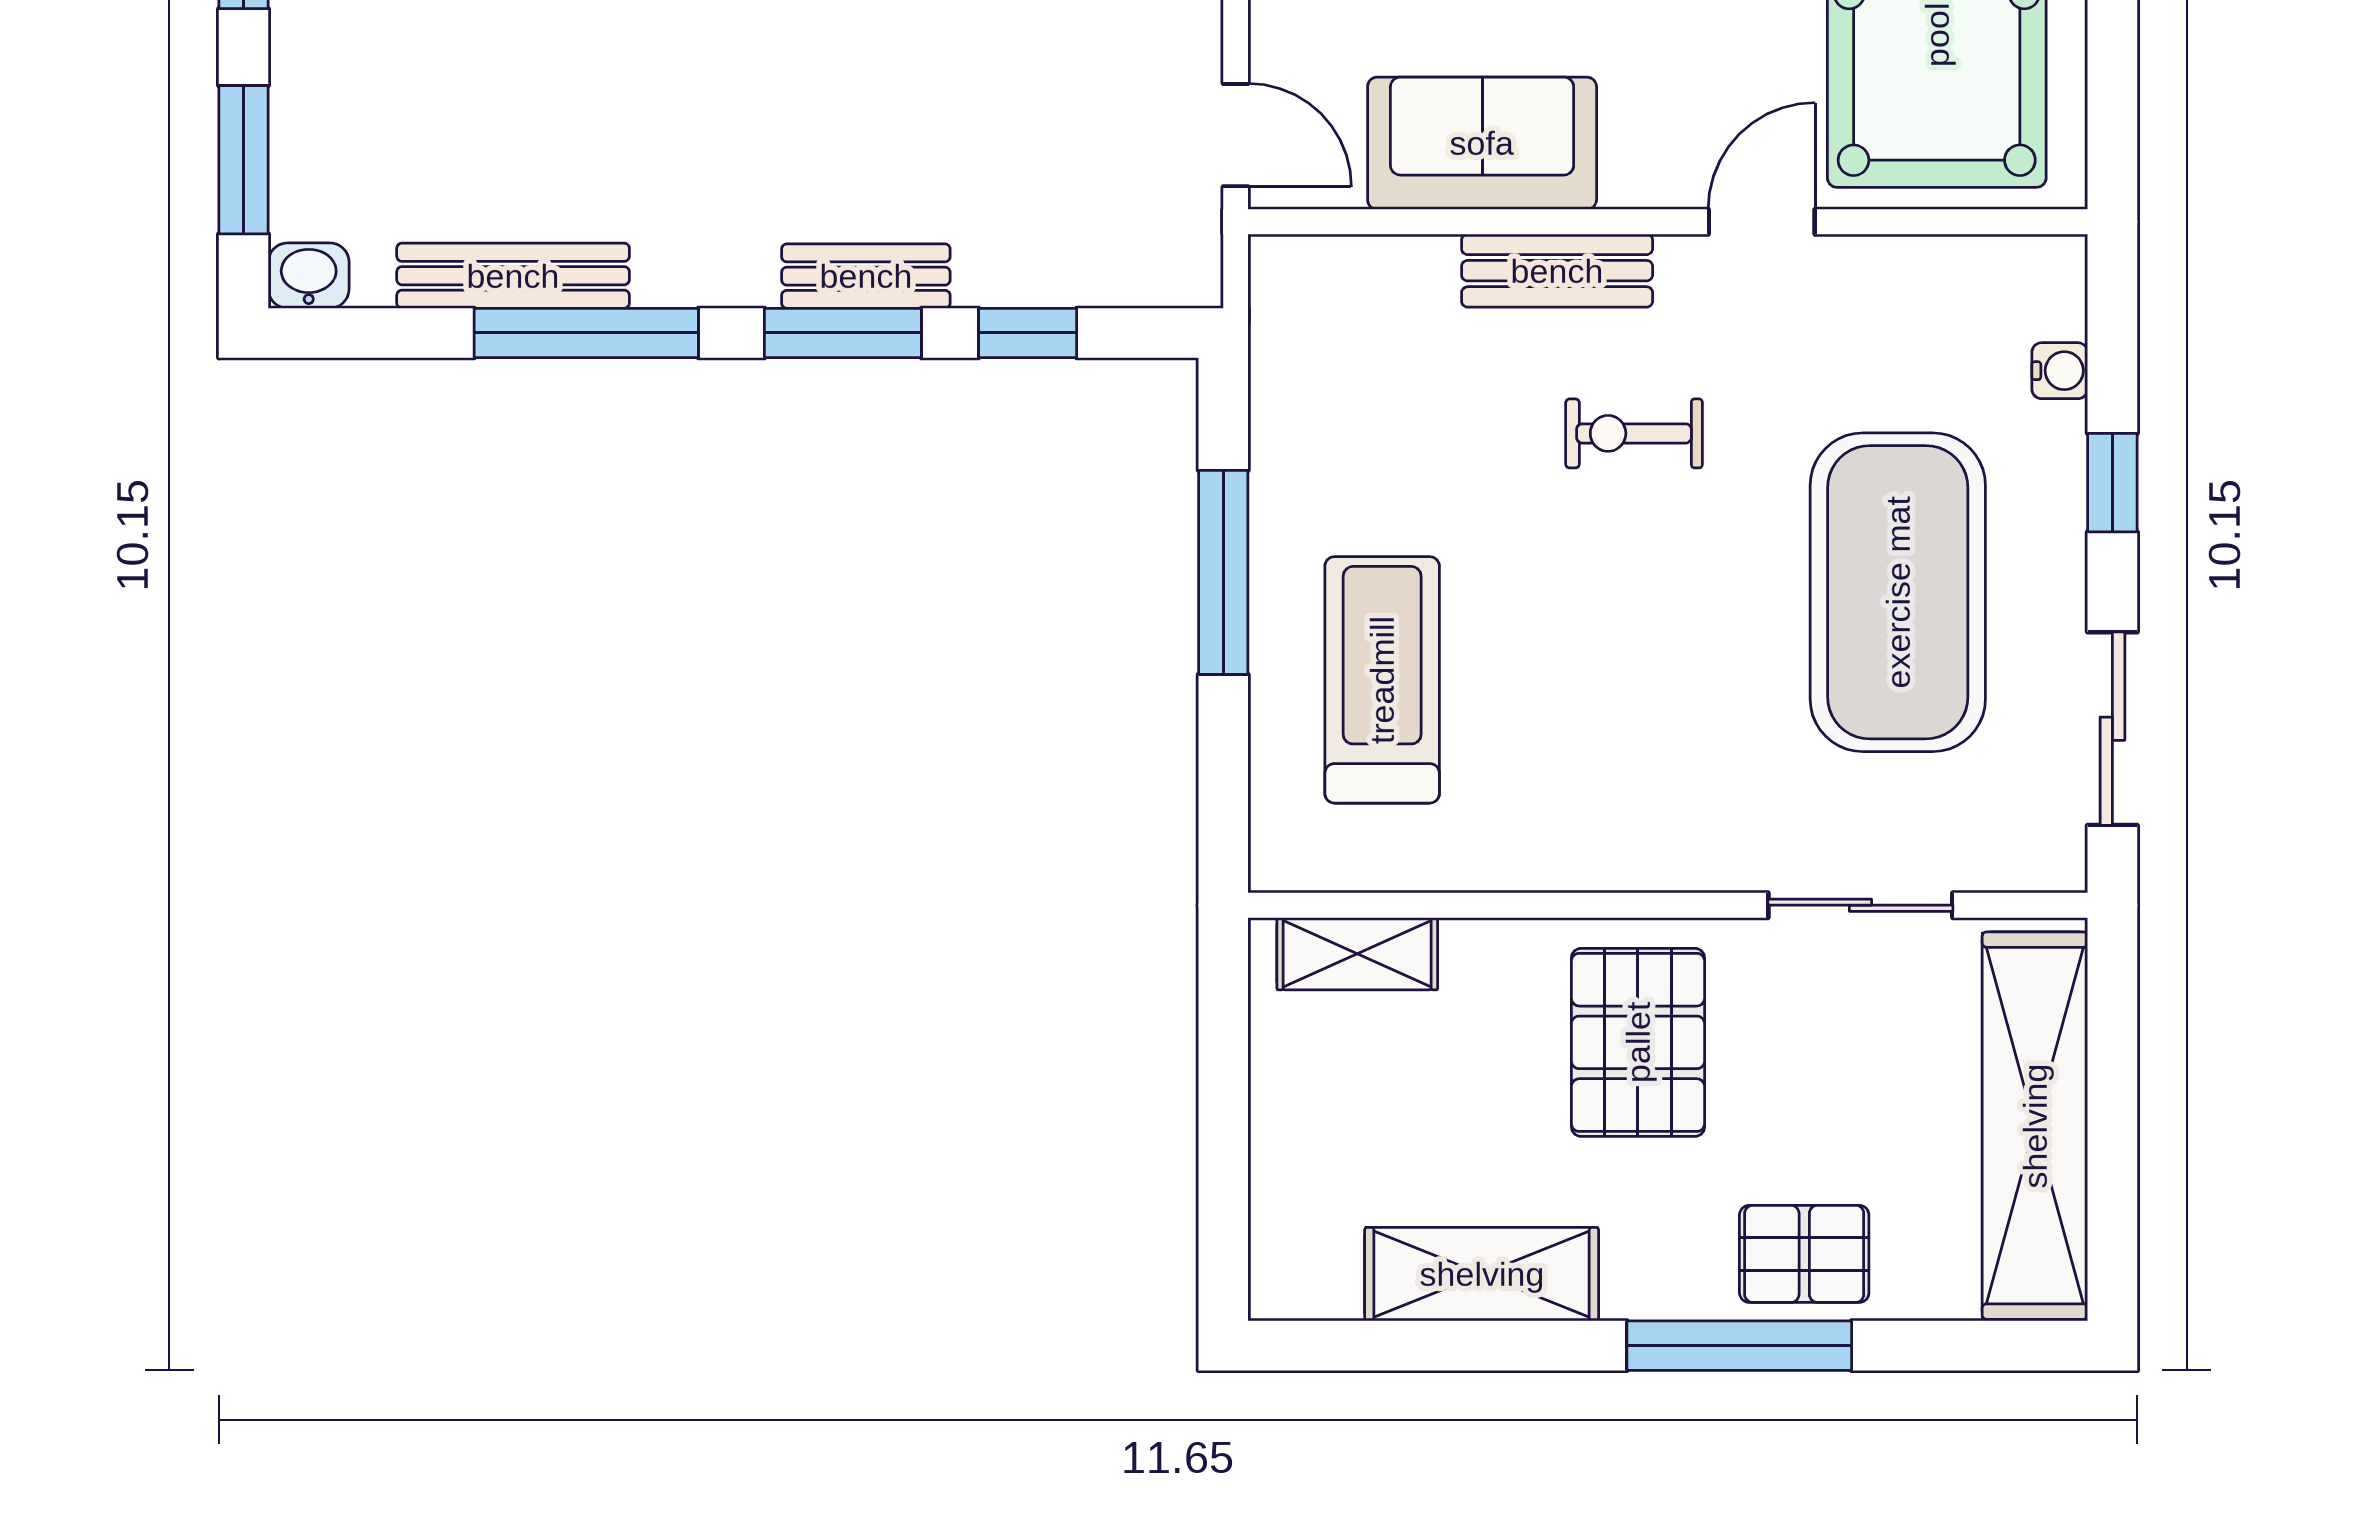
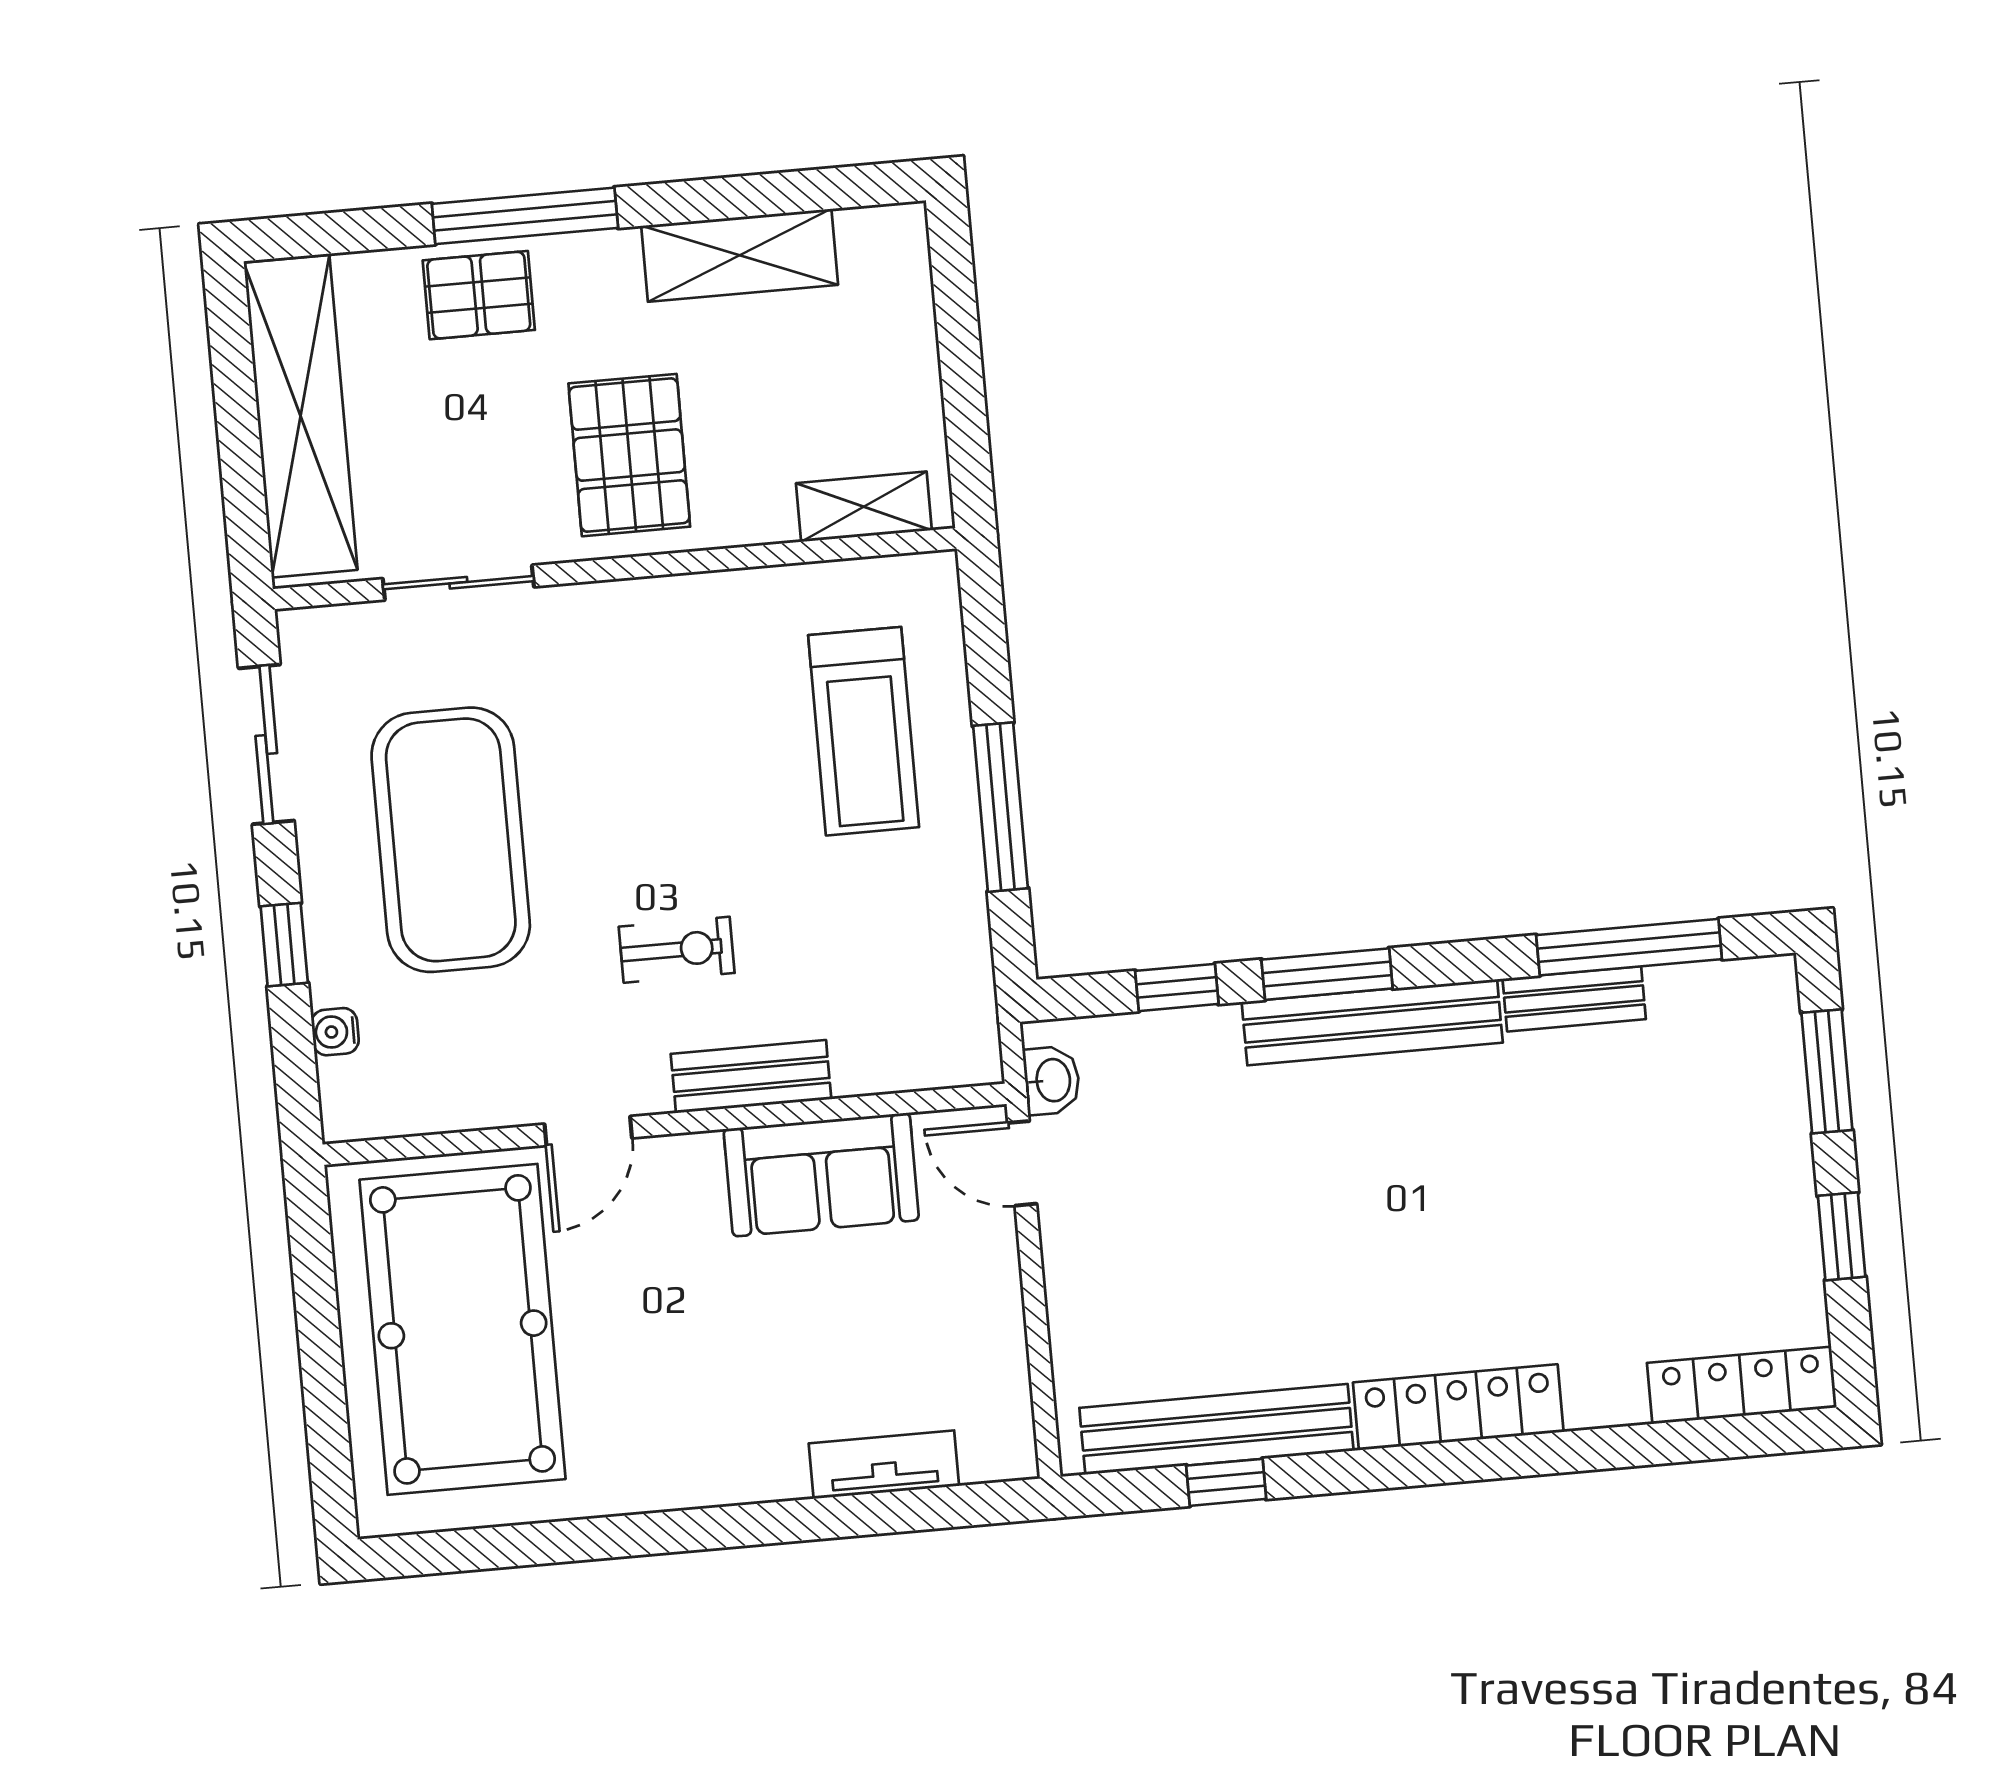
washbasin: (309, 276) -> (1052, 1080), moved, turned -90
bench: (513, 276) -> (1574, 999), width x0.73
bench: (866, 276) -> (1372, 1022), width x1.86, depth x1.21
window: (586, 333) -> (1629, 947), moved

